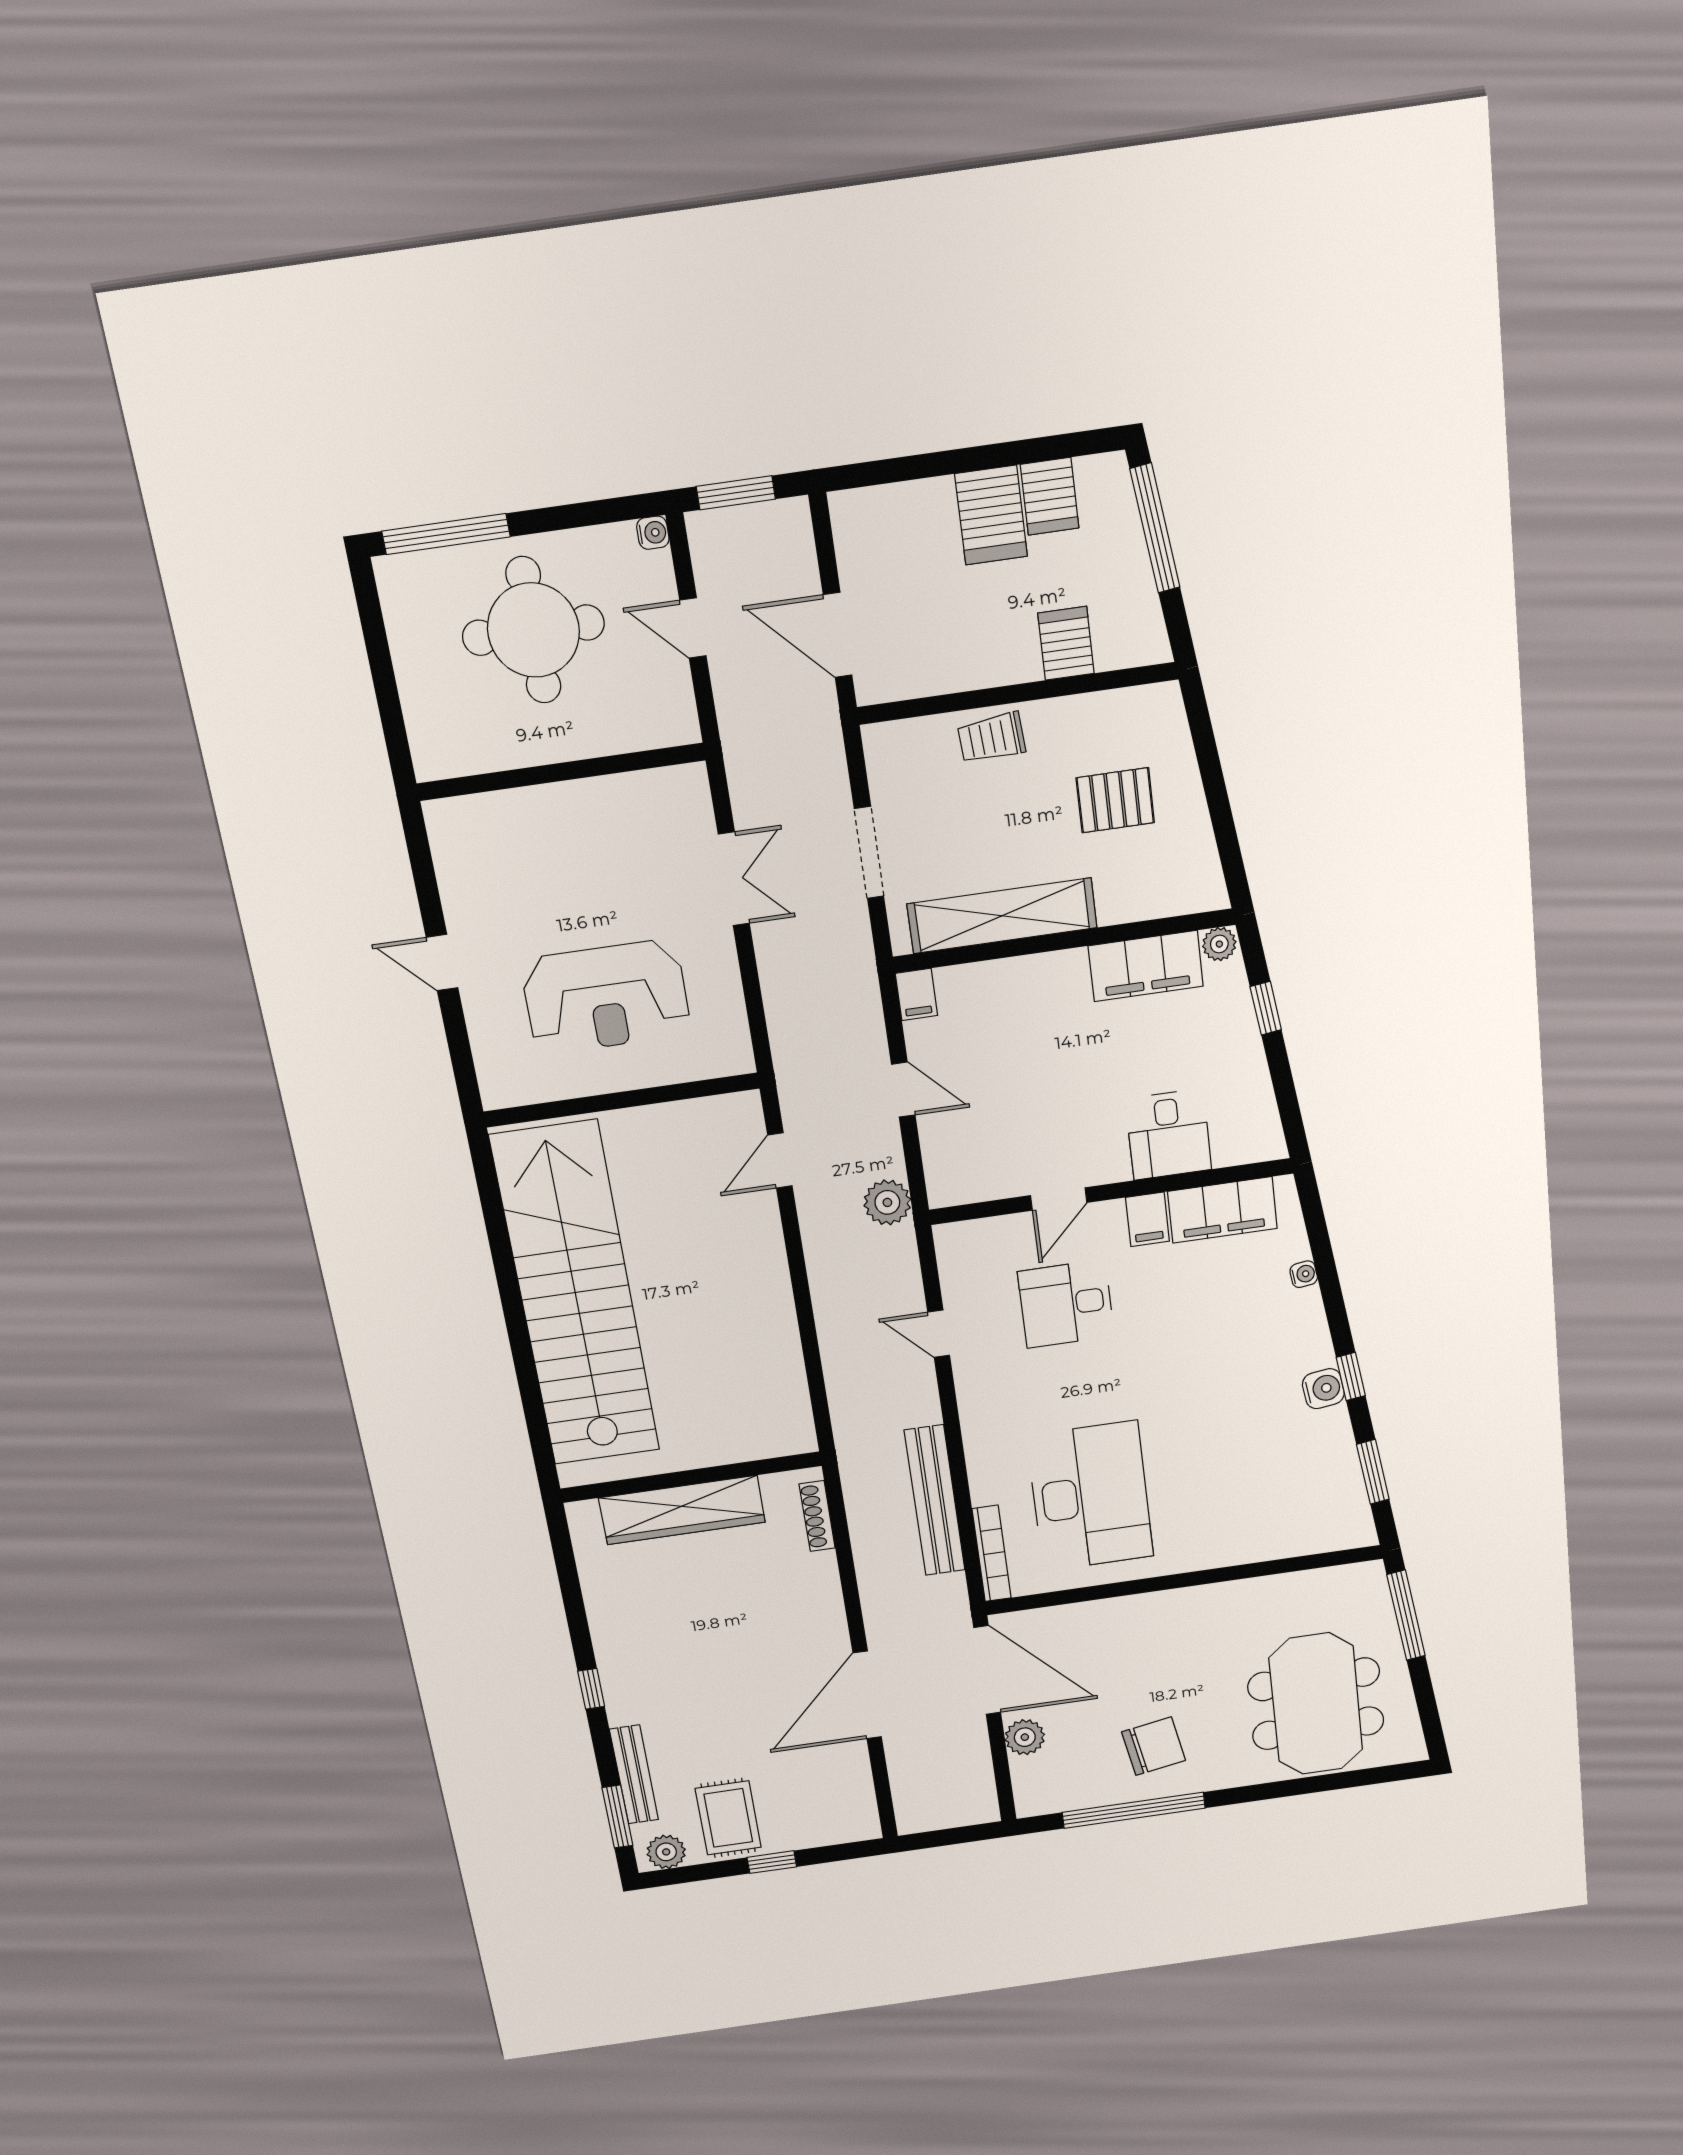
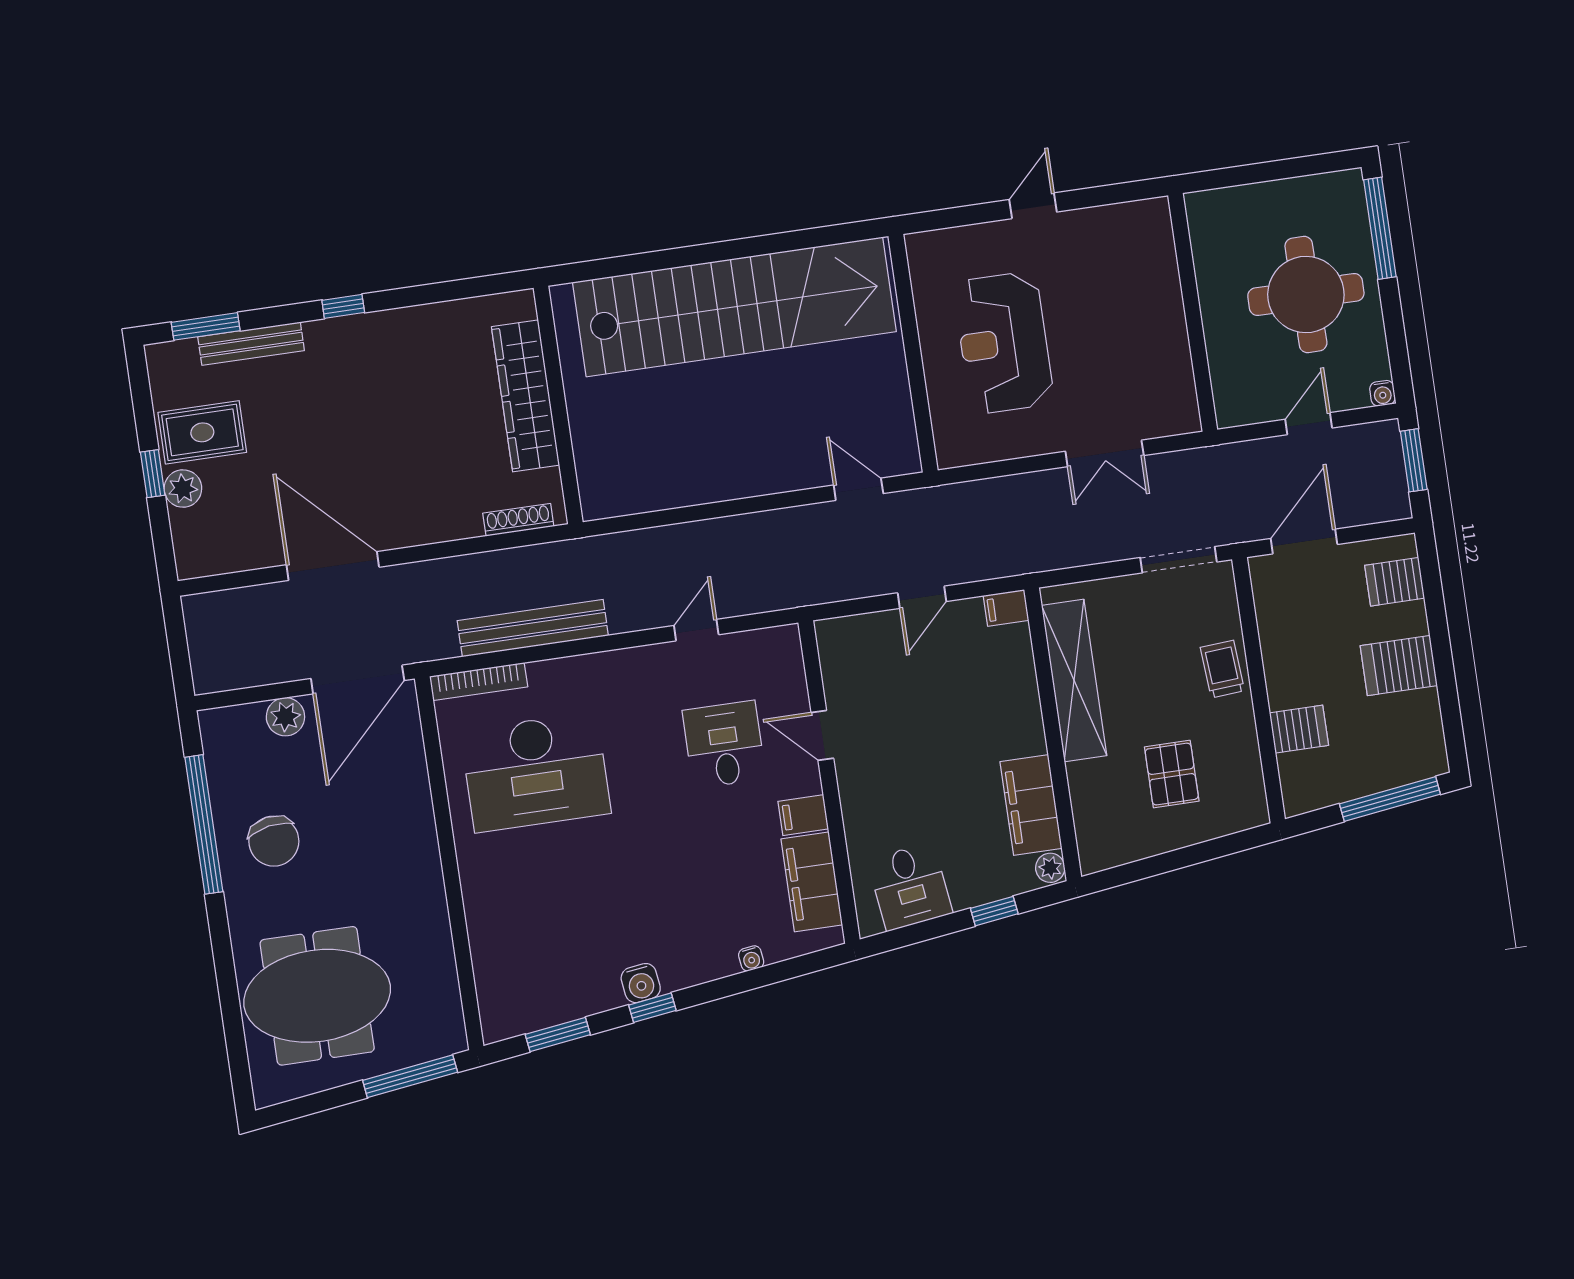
server rack: (1050, 496) -> (1395, 582), moved
doorway: (869, 853) -> (1179, 560), moved
desk: (1169, 1134) -> (910, 887), moved, turned -97
plant: (887, 1202) -> (820, 584), removed
plant: (666, 1852) -> (183, 489), moved

